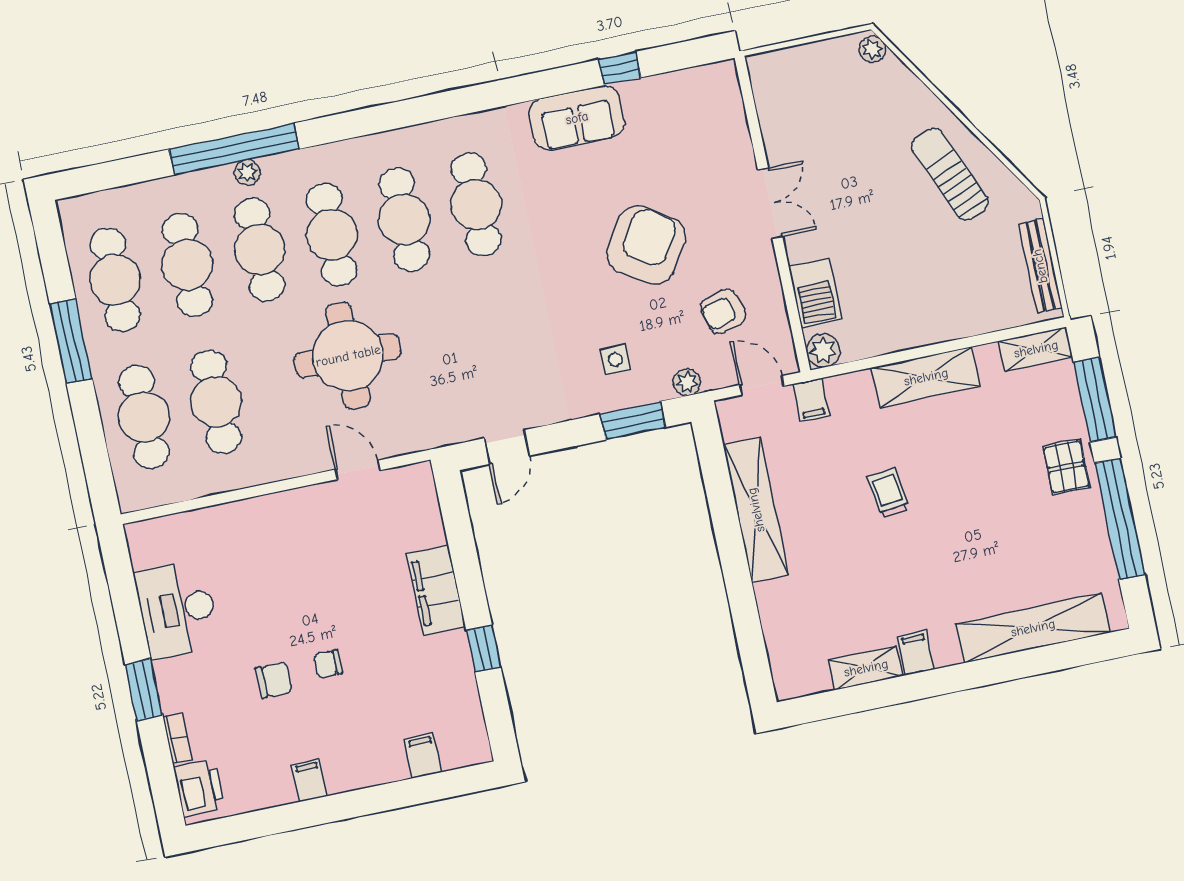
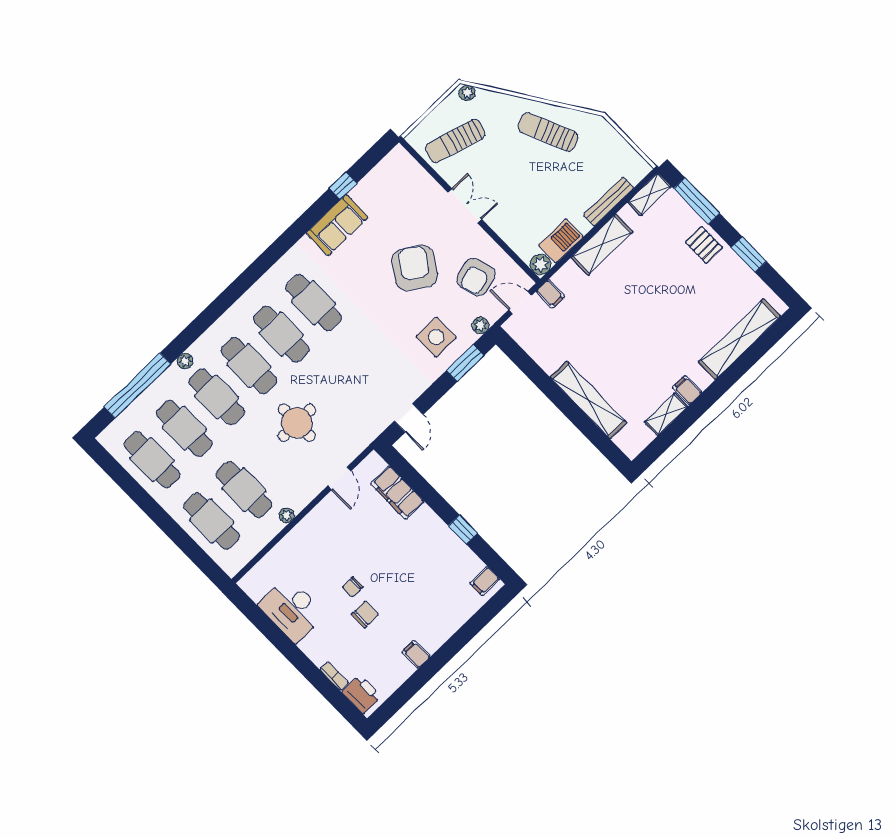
sun lounger: (814, 105) -> (455, 141), added
window: (234, 149) -> (137, 386), moved
bench: (1040, 266) -> (609, 201), moved, turned 90
barbecue: (815, 293) -> (561, 241), moved, turned -90
armchair: (723, 311) -> (476, 277), width x1.38, depth x1.38
window: (71, 341) -> (149, 506), removed
round table: (348, 356) -> (297, 423), width x0.73, depth x0.73
side table: (615, 359) -> (436, 337), width x1.87, depth x1.87
door: (358, 470) -> (339, 478), swing flipped
plant: (253, 474) -> (287, 515), added
trolley: (888, 493) -> (621, 317), removed
shelving: (756, 510) -> (588, 400), moved
window: (1120, 519) -> (749, 254), width x0.47
filing cabinet: (436, 590) -> (397, 493), moved
chair: (328, 664) -> (353, 587), moved
window: (144, 690) -> (301, 662), removed
filing cabinet: (423, 756) -> (485, 581), moved, turned -90

